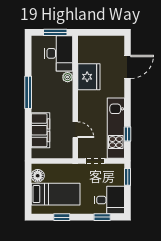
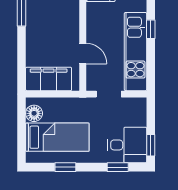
filing cabinet: (40, 130) -> (49, 79), moved, turned -90
window: (128, 134) -> (151, 29), moved
window: (128, 177) -> (151, 145), moved

